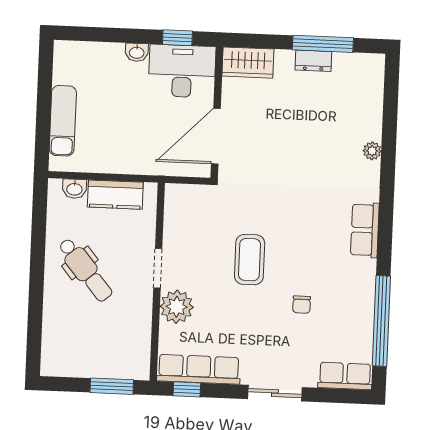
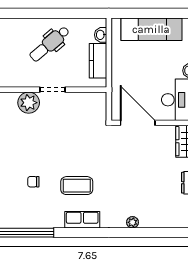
exam couch: (63, 121) -> (151, 29), width x1.36, depth x1.45
coffee table: (250, 260) -> (77, 186), moved

